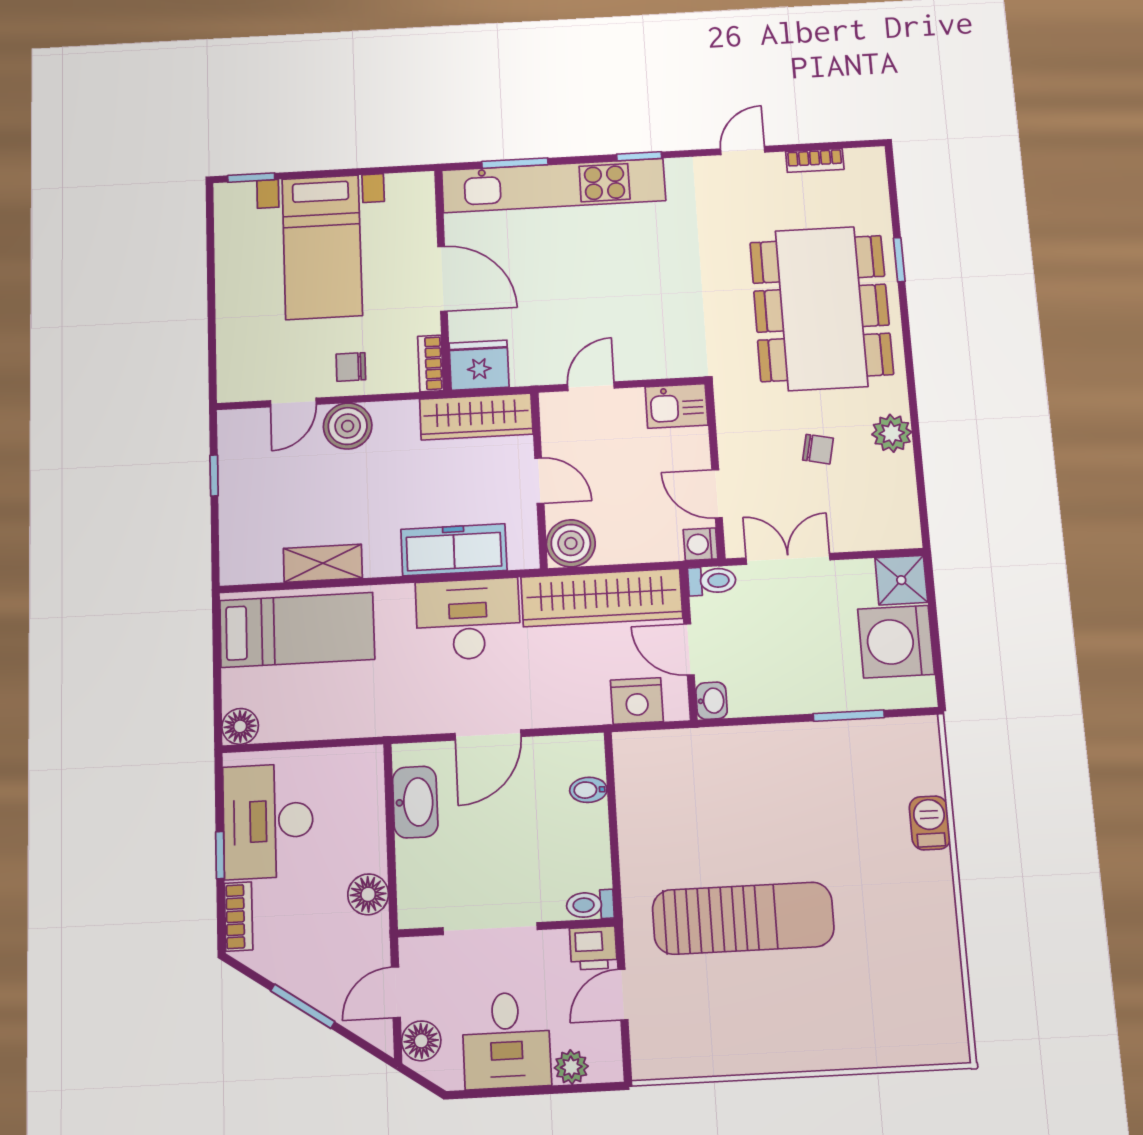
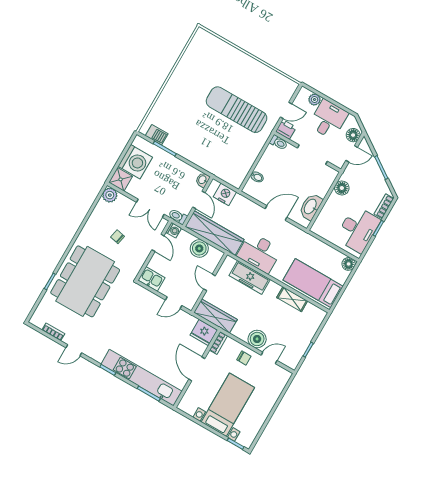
plant: (892, 433) -> (110, 195), moved
boiler: (571, 543) -> (199, 248), moved
barbecue: (930, 823) -> (157, 135), moved, turned -90

